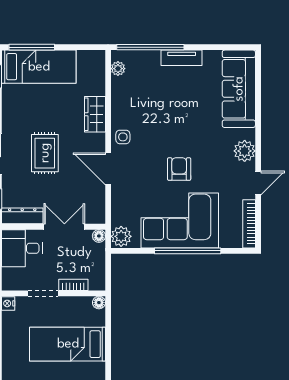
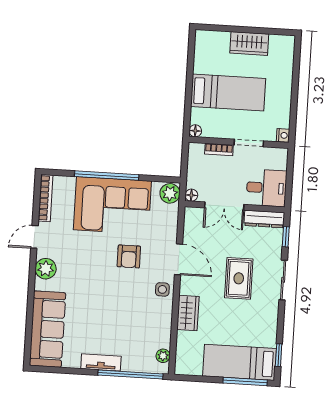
armchair: (179, 169) -> (129, 256), moved

